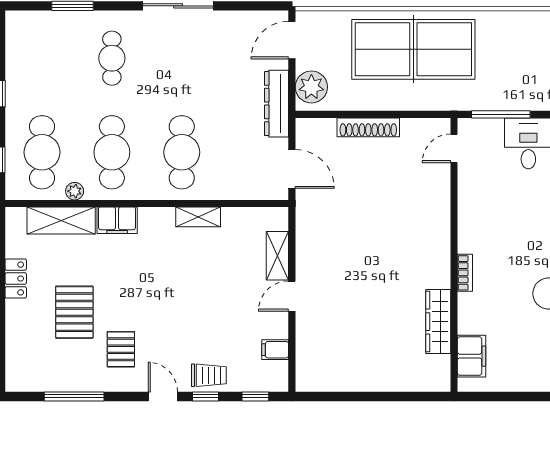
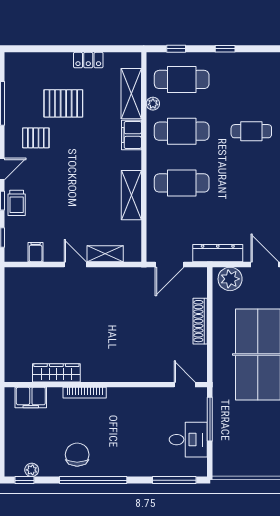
shelving: (198, 217) -> (131, 195), width x1.50, depth x1.33
bookcase: (465, 273) -> (85, 393), width x1.56

